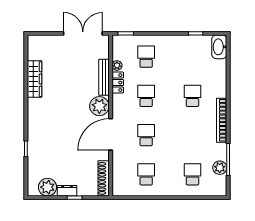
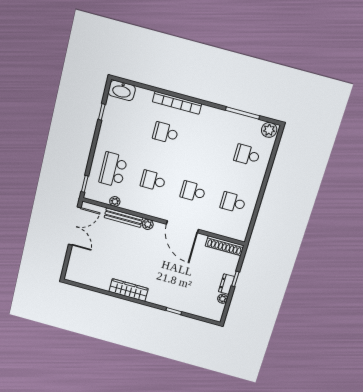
double door: (83, 33) -> (75, 226), swing flipped
school desk: (146, 57) -> (113, 170), width x1.85
wardrobe: (34, 79) -> (129, 290), moved
locker: (118, 83) -> (132, 205), removed
plant: (99, 106) -> (148, 224), width x0.53, depth x0.53
bookcase: (222, 120) -> (177, 103), moved
plant: (220, 168) -> (269, 130), moved
plant: (47, 187) -> (223, 299), width x0.53, depth x0.53

